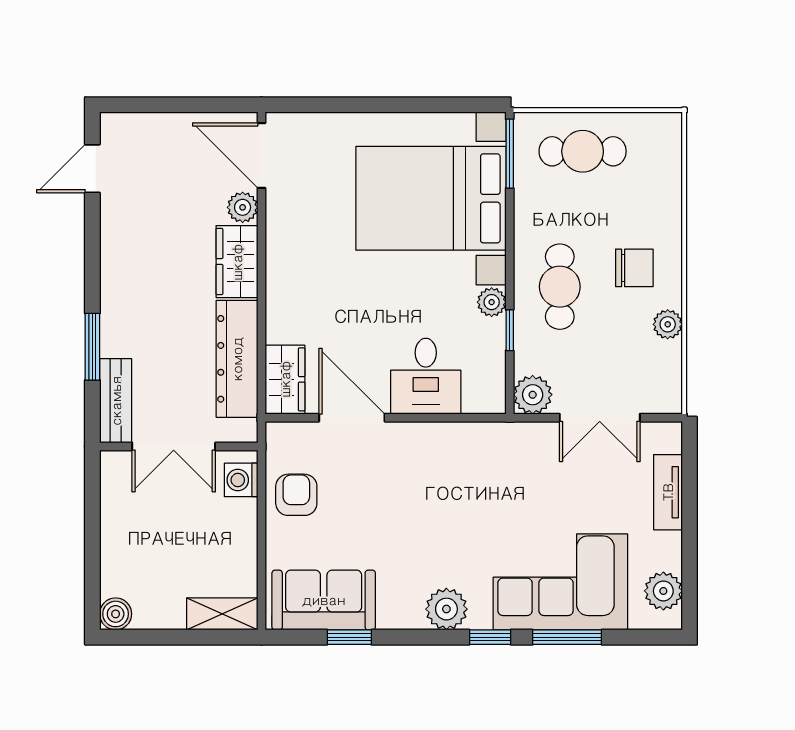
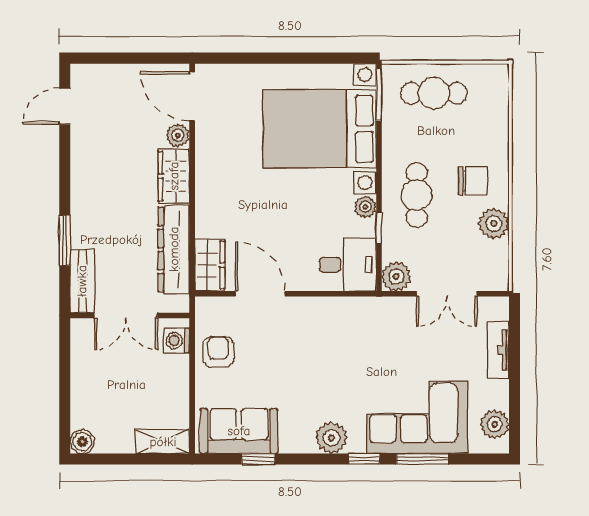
plant: (668, 324) -> (494, 223), width x1.38, depth x1.38
desk: (426, 376) -> (348, 265), moved, turned -90

